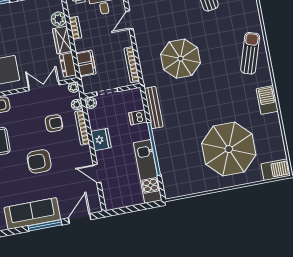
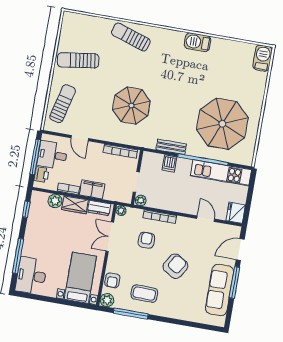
sun lounger: (250, 53) -> (131, 37), moved
filing cabinet: (86, 63) -> (92, 189), moved
plant: (77, 105) -> (137, 214), removed
bench: (154, 108) -> (171, 147), width x0.73
fridge: (101, 140) -> (236, 213), moved, turned -90
parasol: (229, 149) -> (222, 124), moved
armchair: (39, 161) -> (175, 266), turned -149
door: (97, 174) -> (206, 219), swing flipped
door: (80, 219) -> (240, 250), hinge flipped

